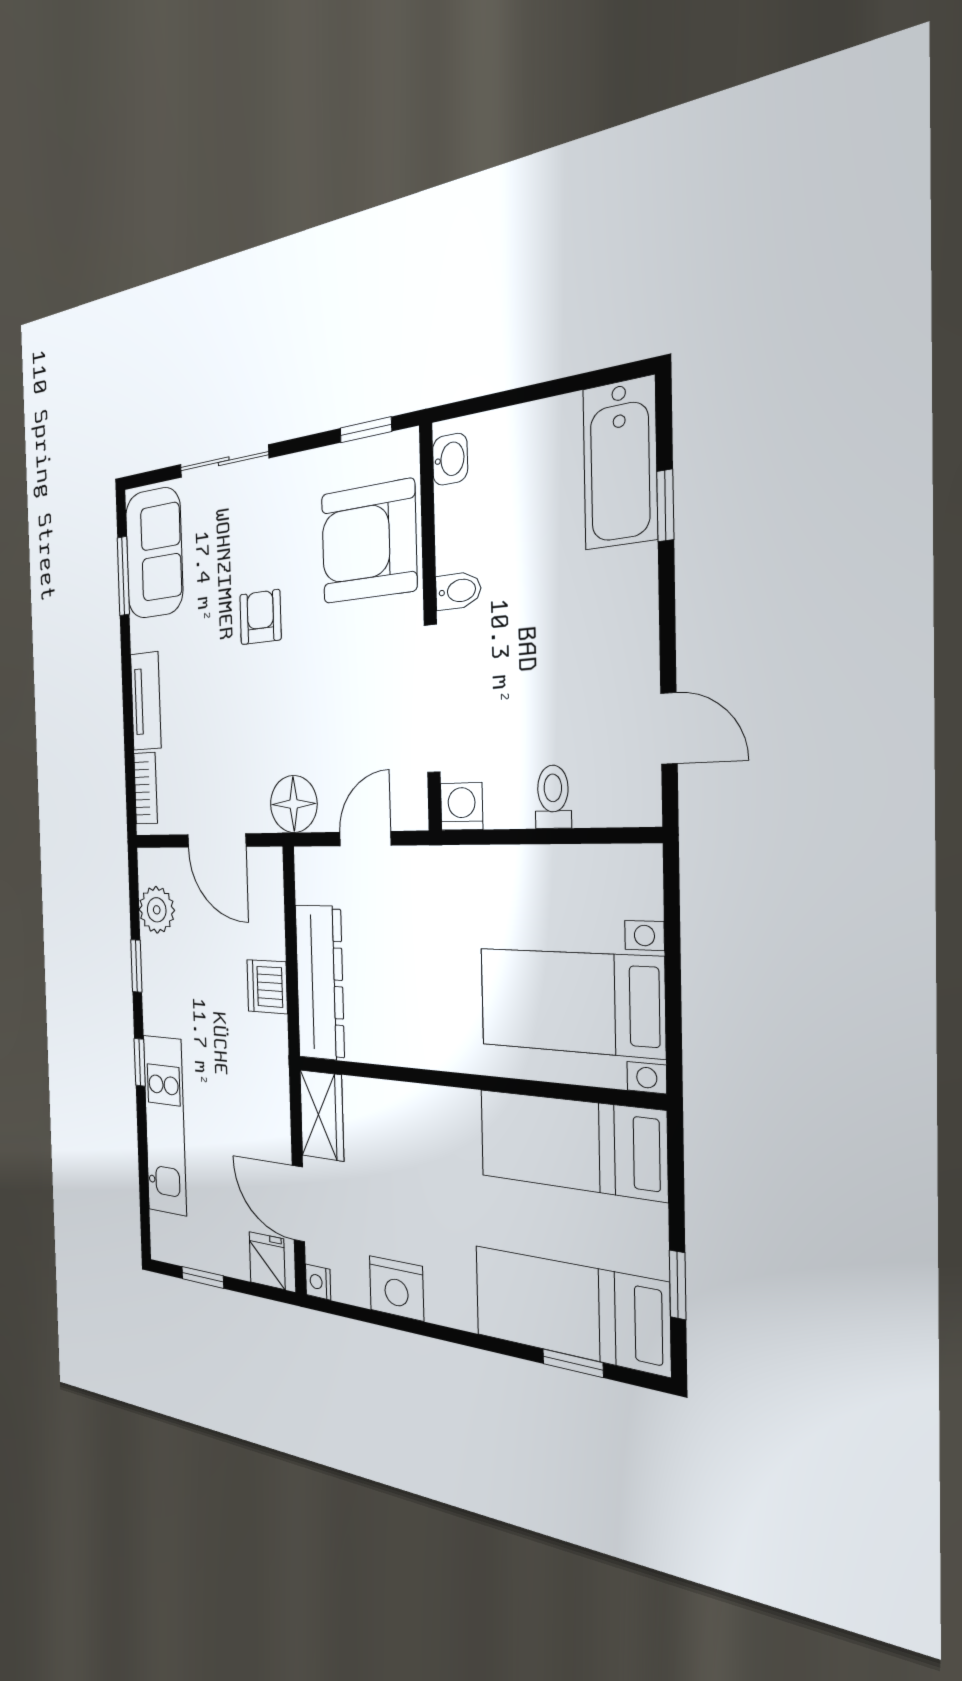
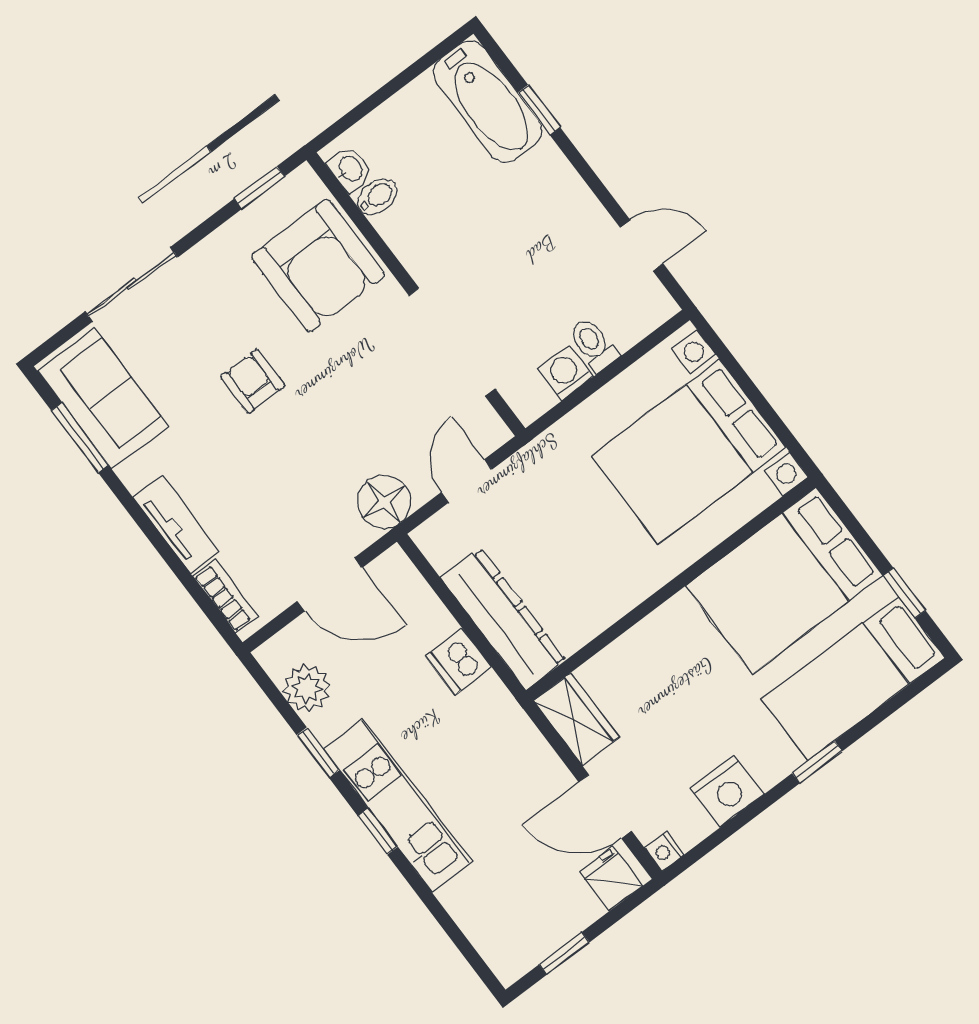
armchair: (369, 542) -> (318, 265), turned -90
bidet: (458, 591) -> (377, 197), moved
washing machine: (462, 806) -> (566, 373), moved
bed with nightstands: (570, 1002) -> (689, 452), width x1.36
kitchen unit: (165, 1125) -> (397, 805), moved
bed: (571, 1144) -> (784, 580), width x1.50
window: (573, 1363) -> (817, 762), moved

